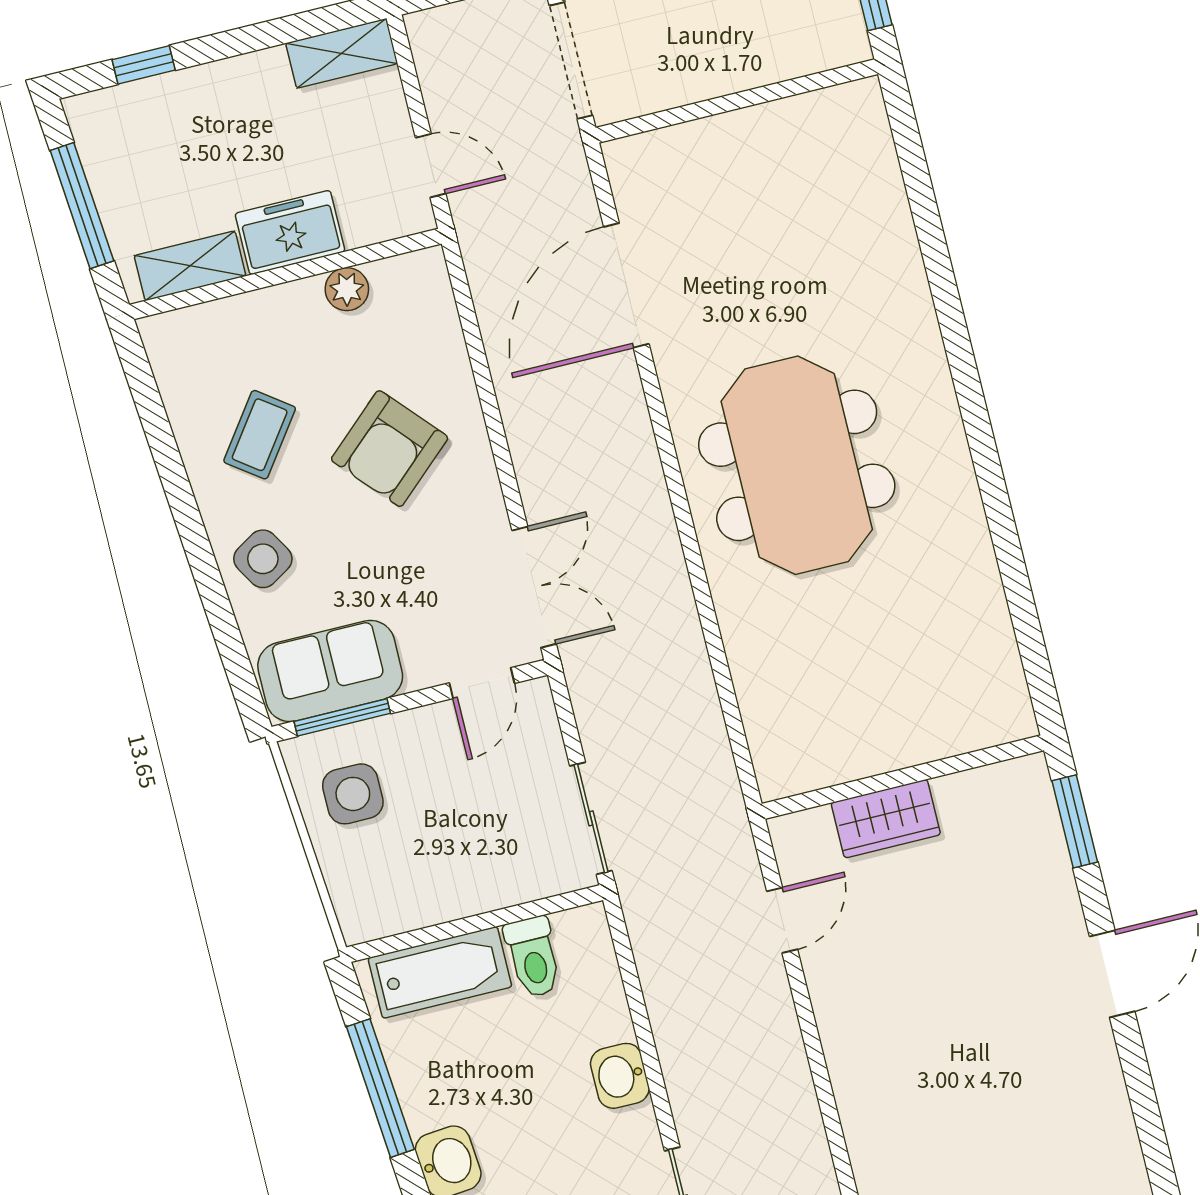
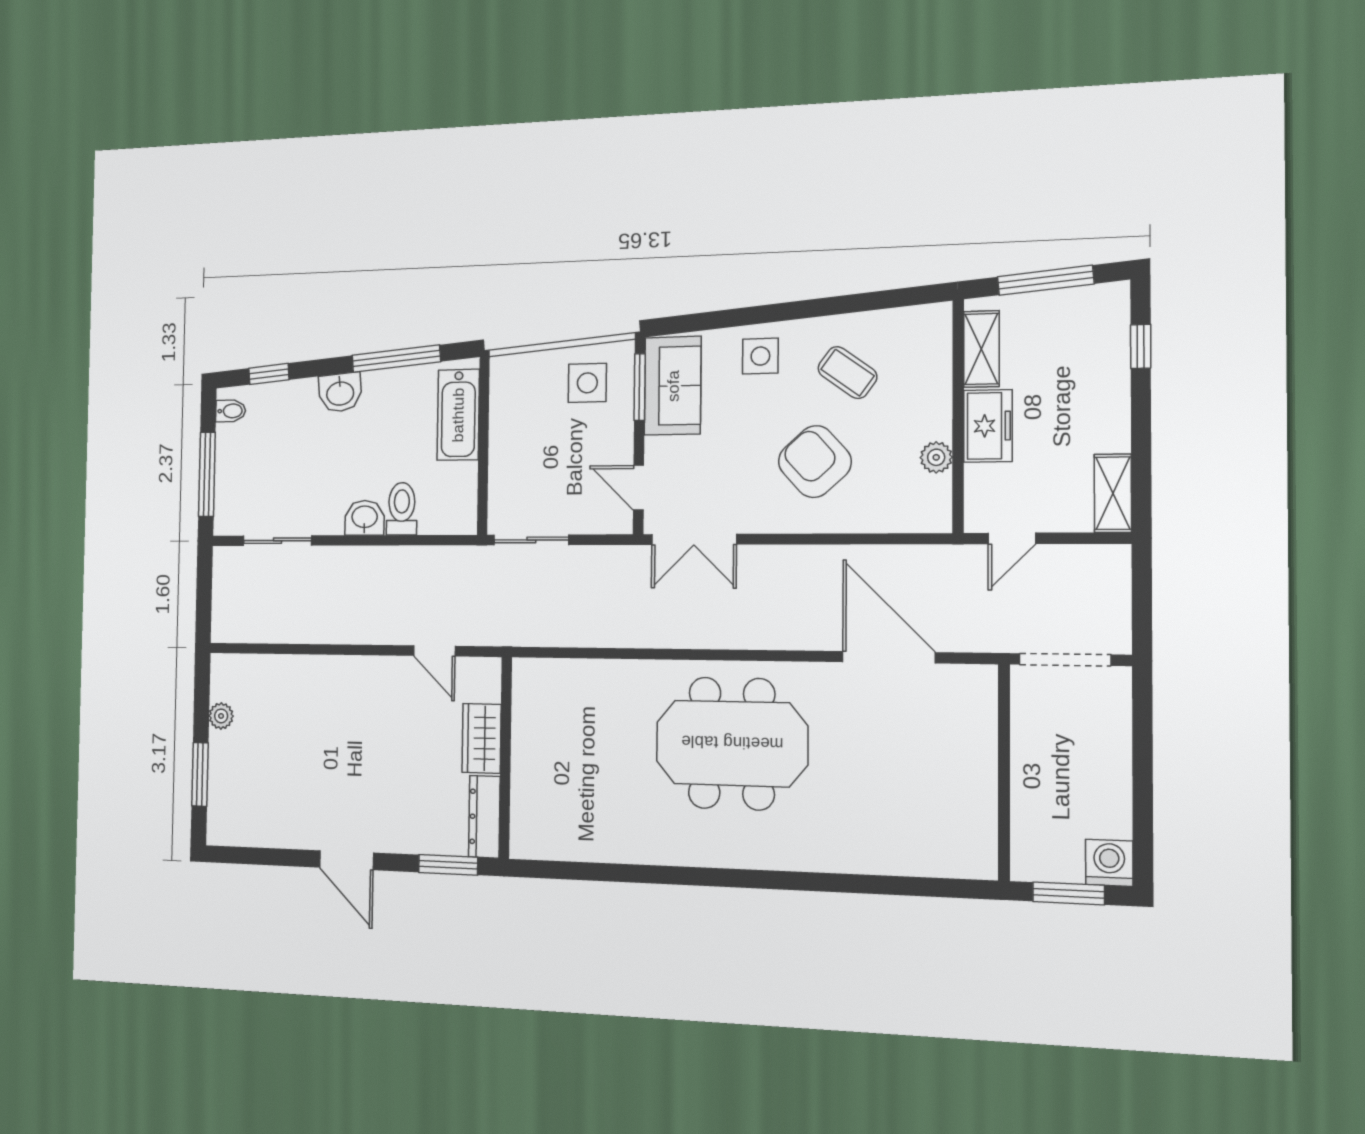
side table: (263, 559) -> (760, 356), turned 31
dresser: (993, 786) -> (484, 817), added
toilet: (533, 957) -> (402, 509), moved, turned 90

